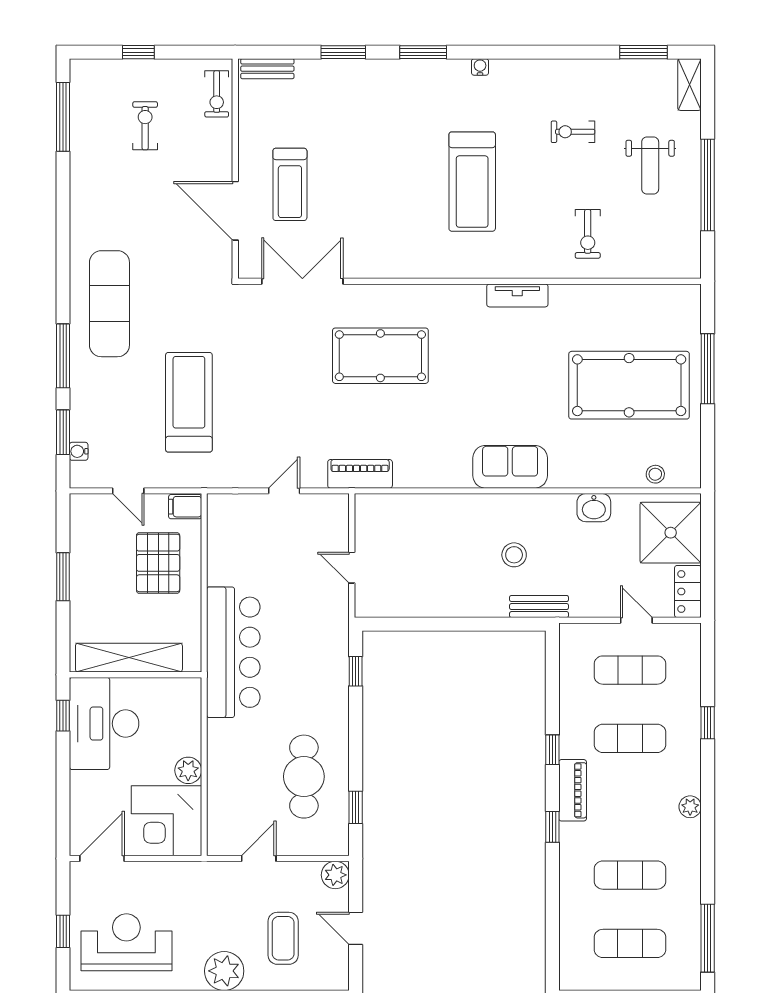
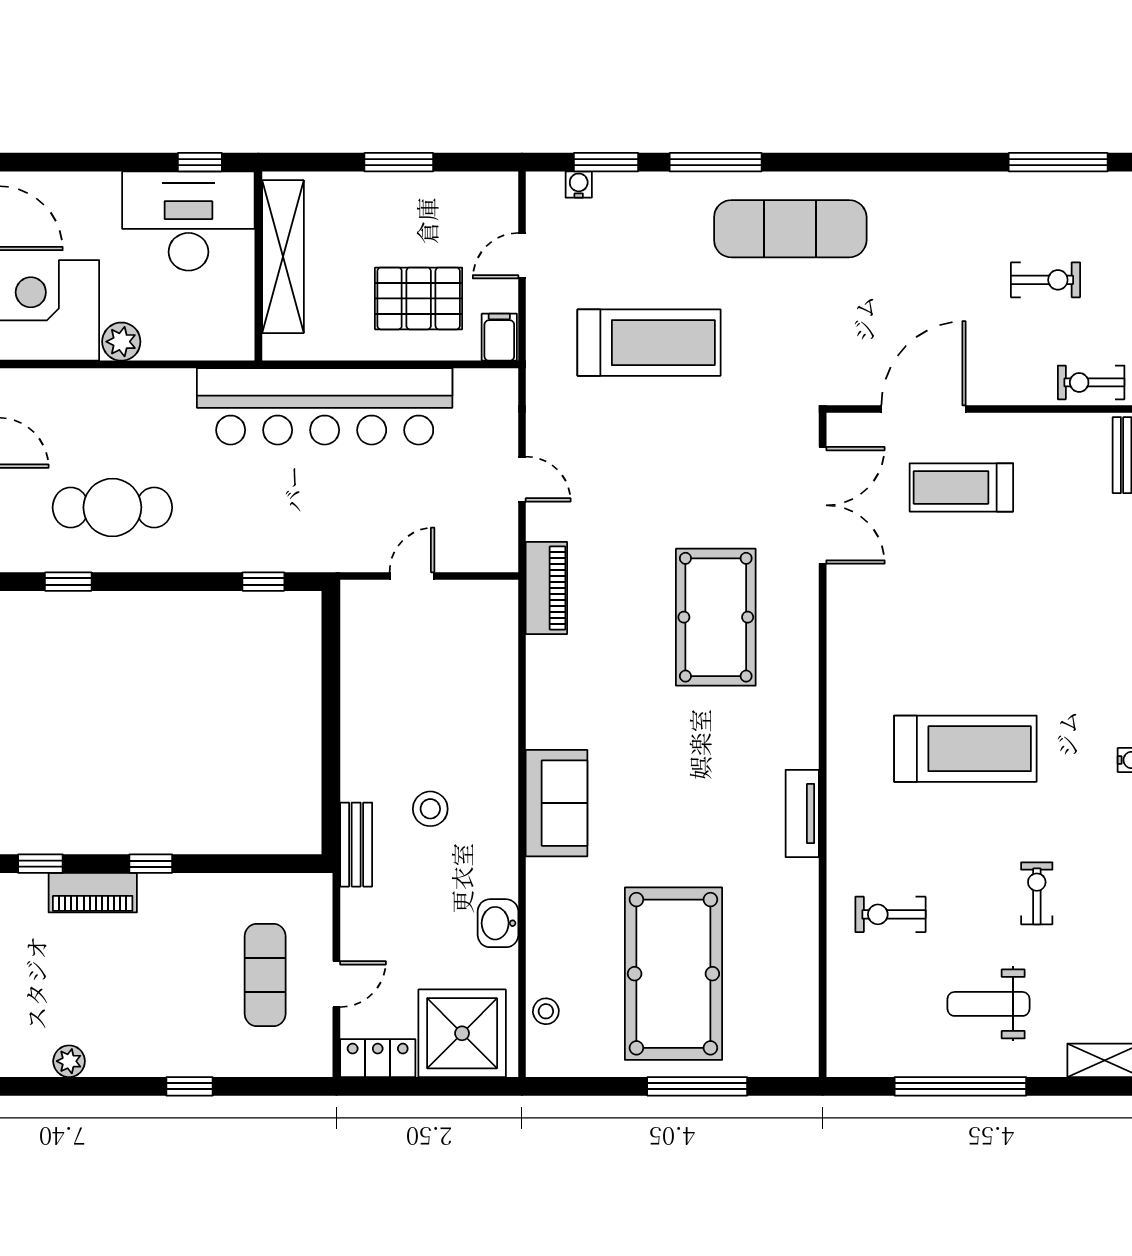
treadmill: (472, 182) -> (965, 749), turned 180
bar counter: (233, 652) -> (325, 406), width x1.36
exercise mat: (630, 738) -> (167, 975), removed

